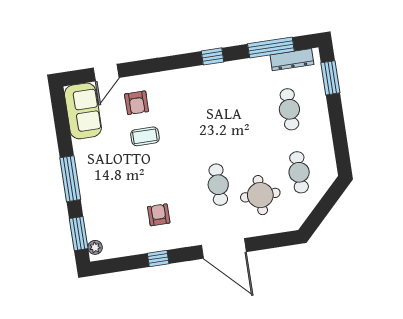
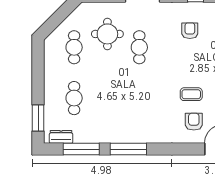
window: (213, 56) -> (128, 149), width x2.17
dresser: (292, 60) -> (61, 137), width x0.70
armchair: (159, 215) -> (190, 31), turned 180

